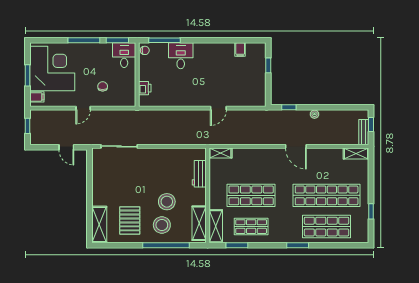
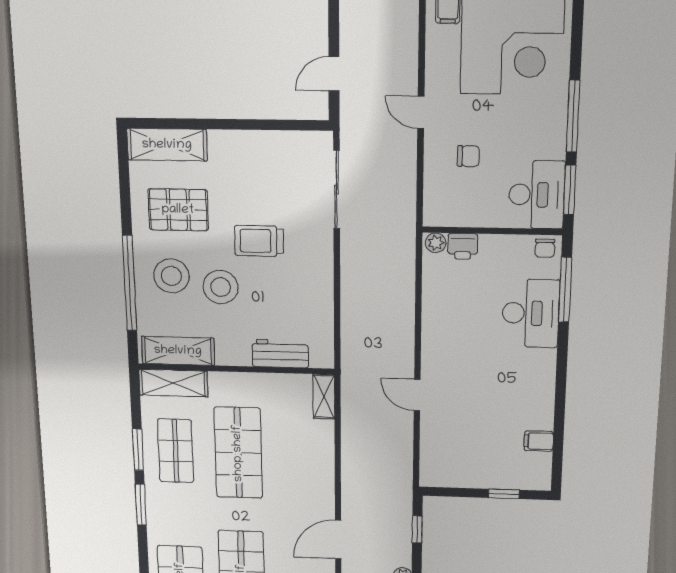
desk: (124, 55) -> (537, 195), width x1.37
desk: (181, 56) -> (531, 313), width x1.37
plant: (143, 101) -> (436, 243), added
trolley: (144, 183) -> (259, 241), added
window: (237, 245) -> (138, 450), moved
window: (298, 245) -> (141, 505), moved

